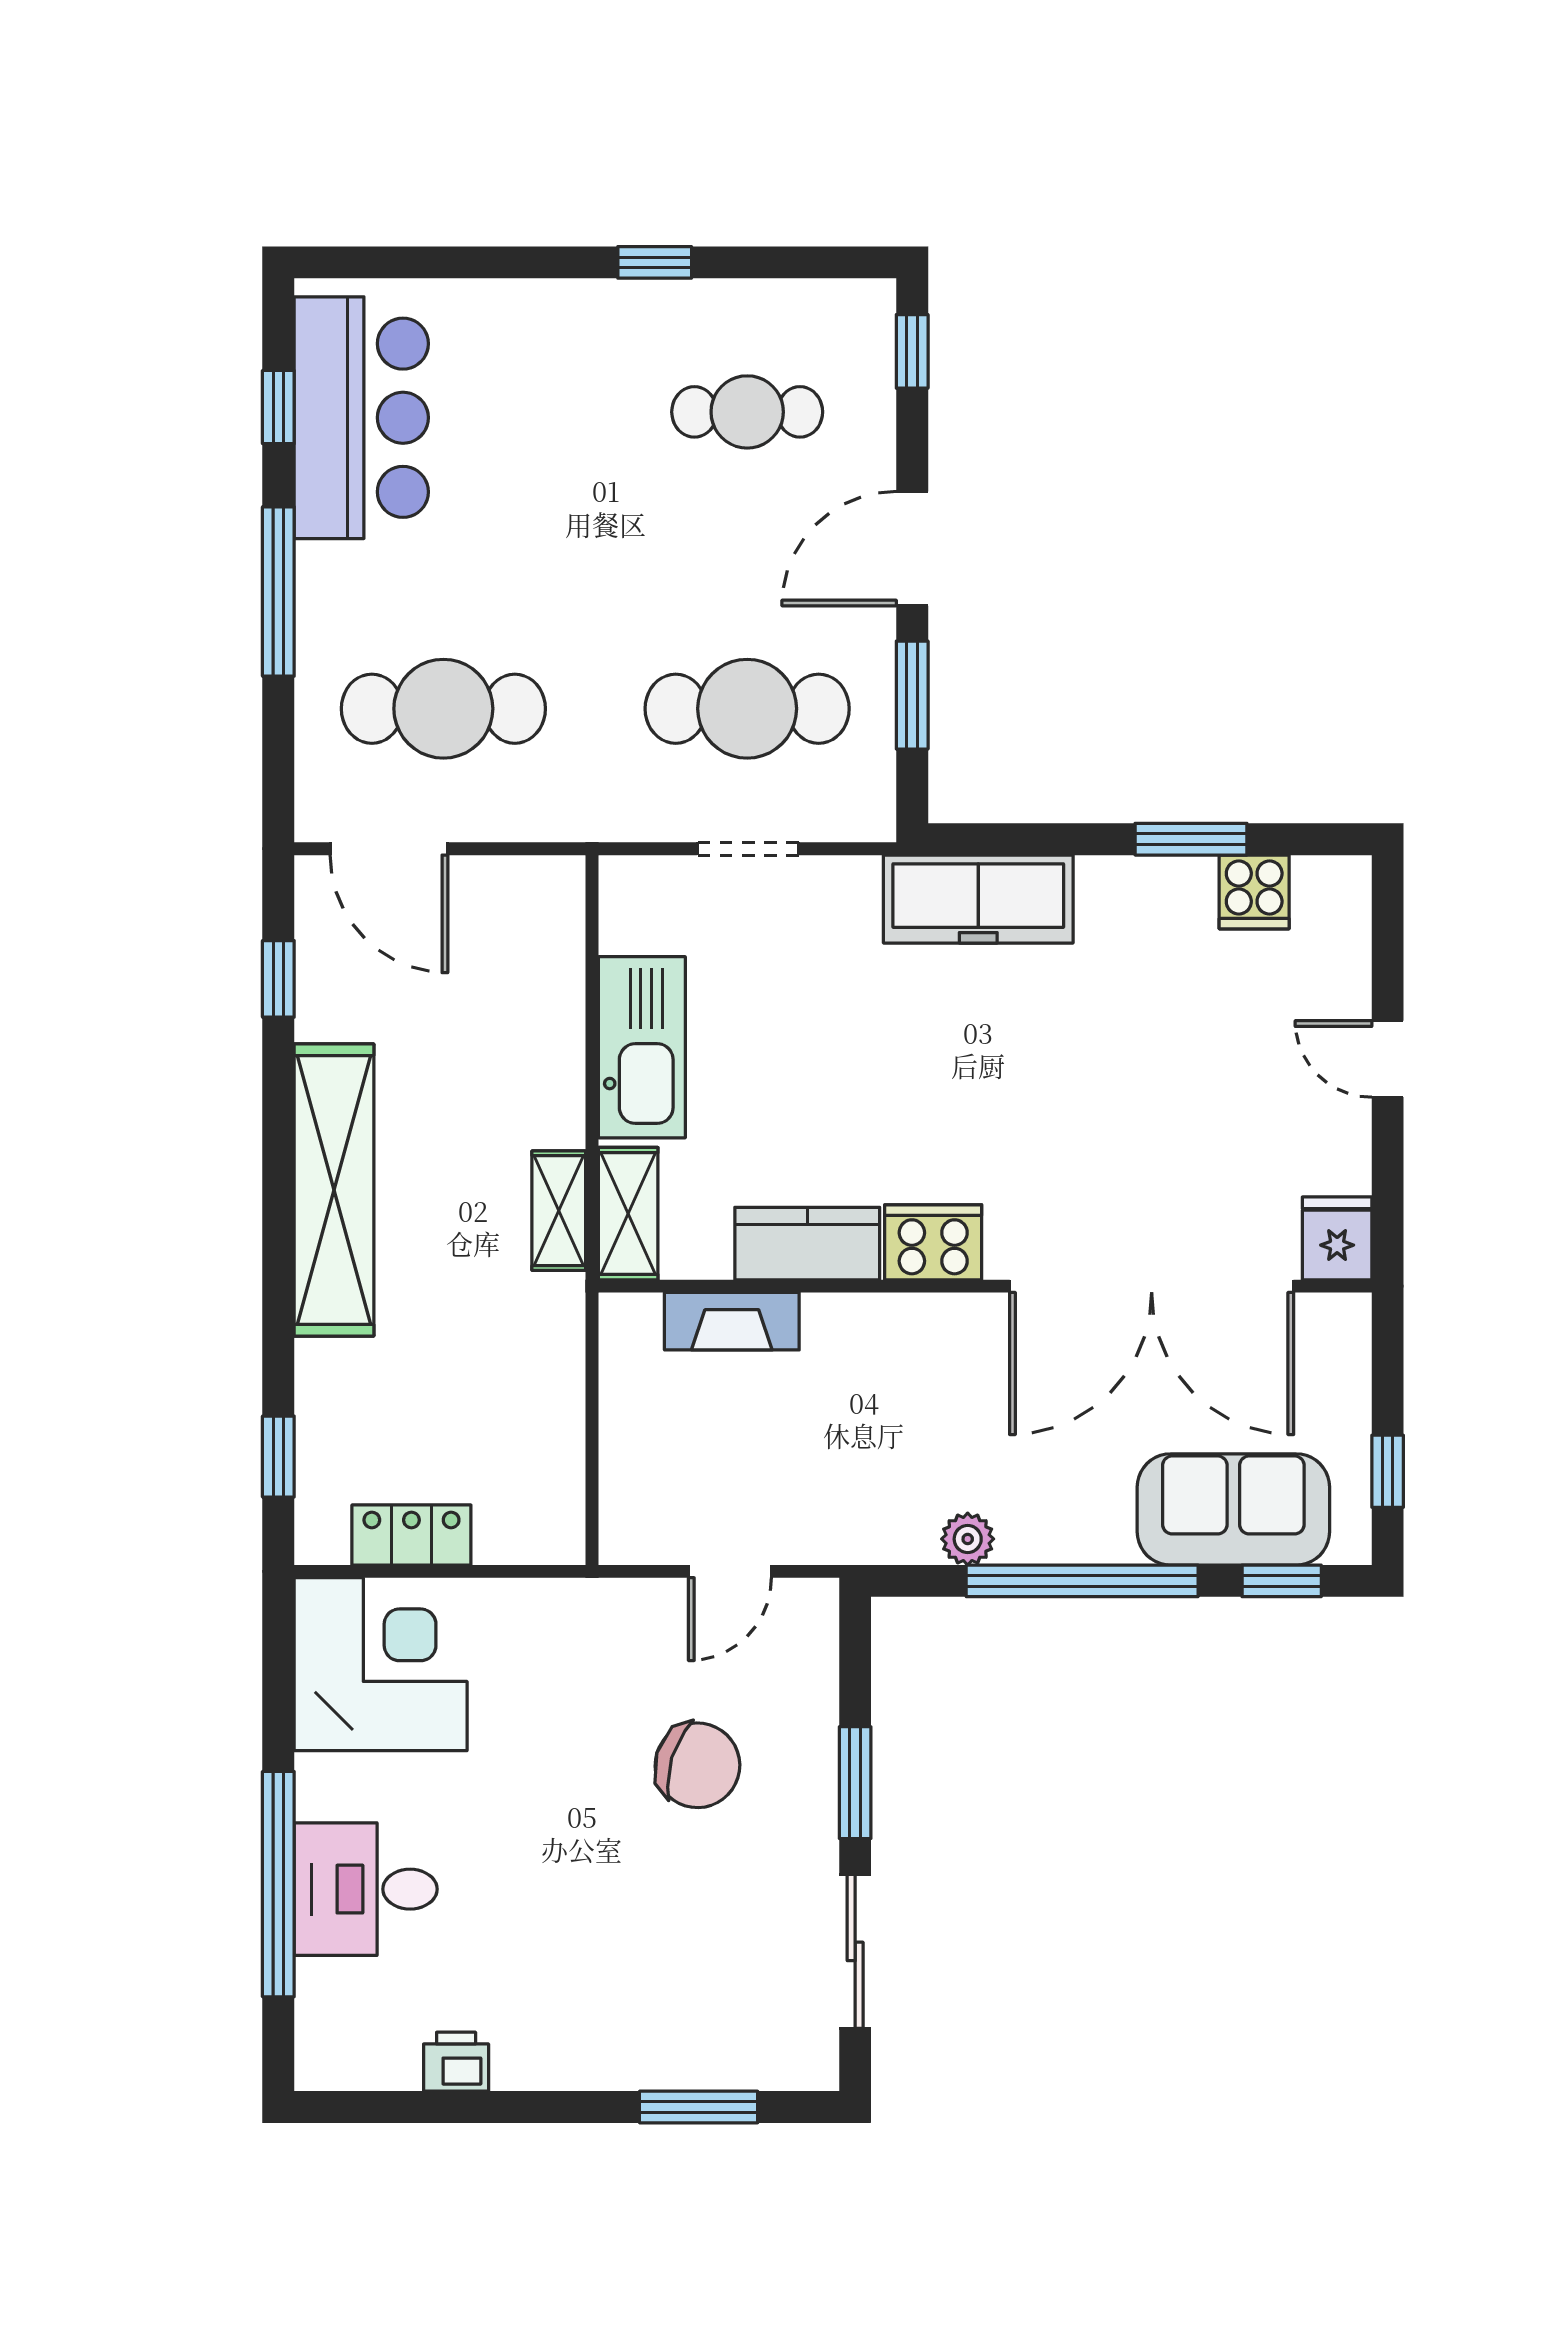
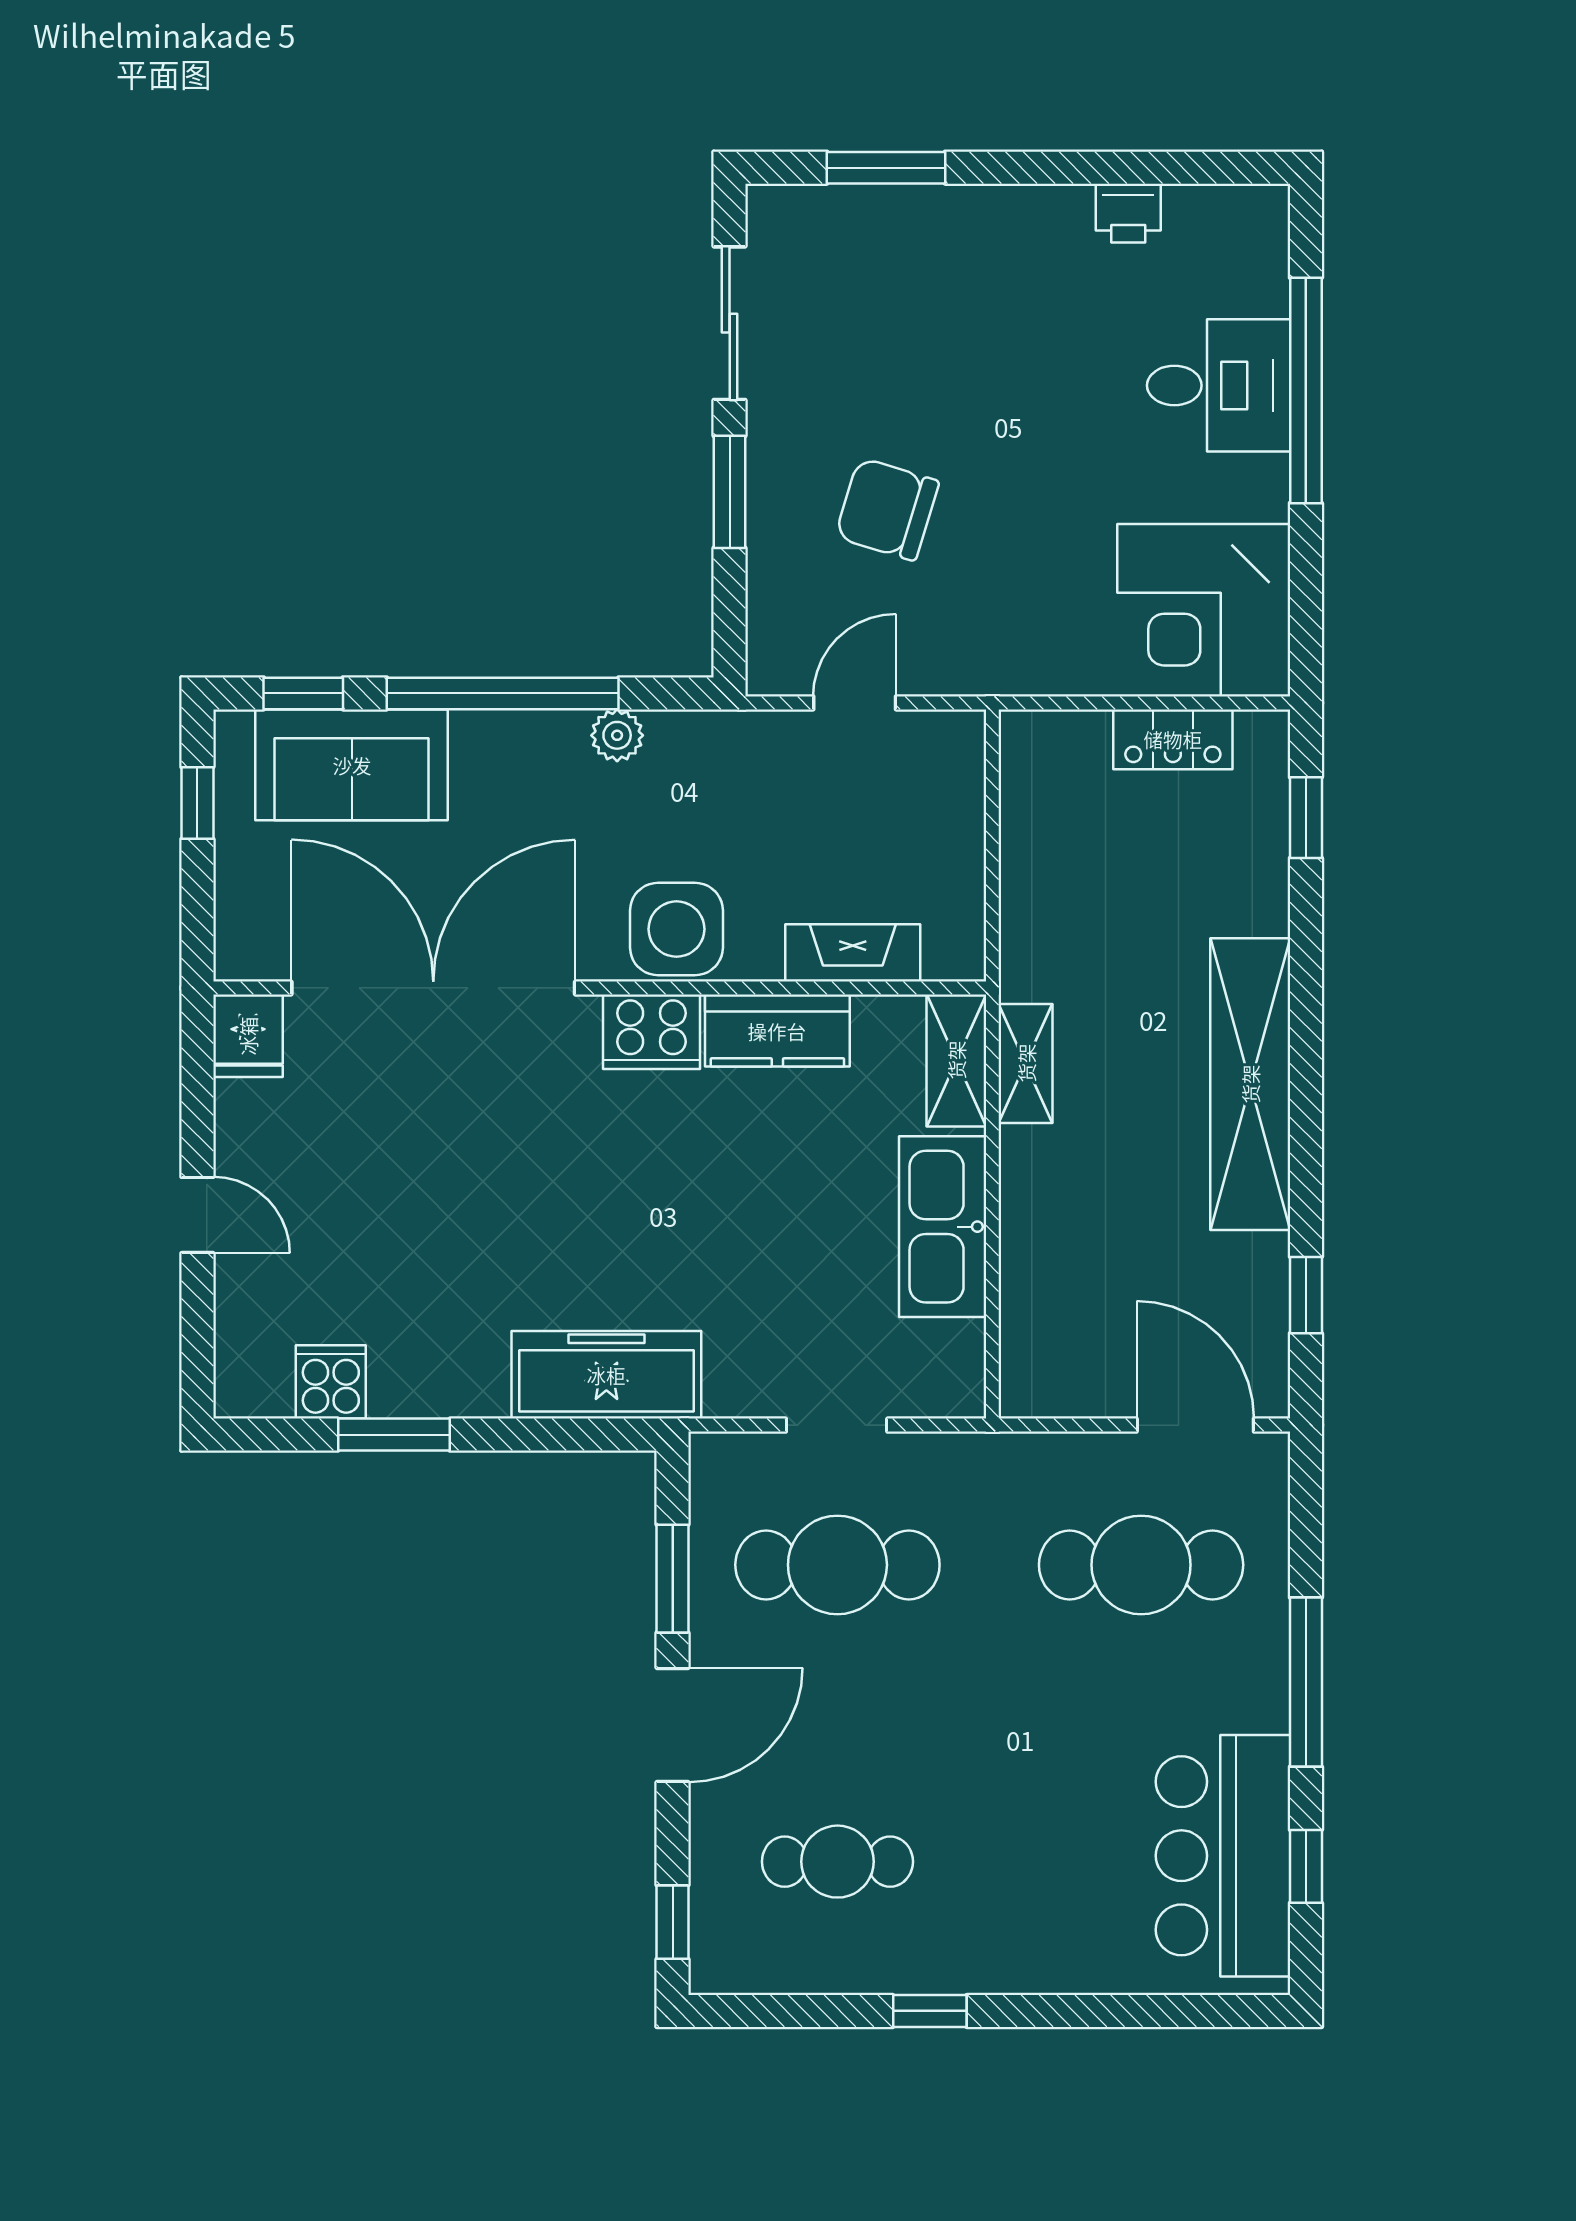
side table: (908, 1345) -> (676, 929), added

